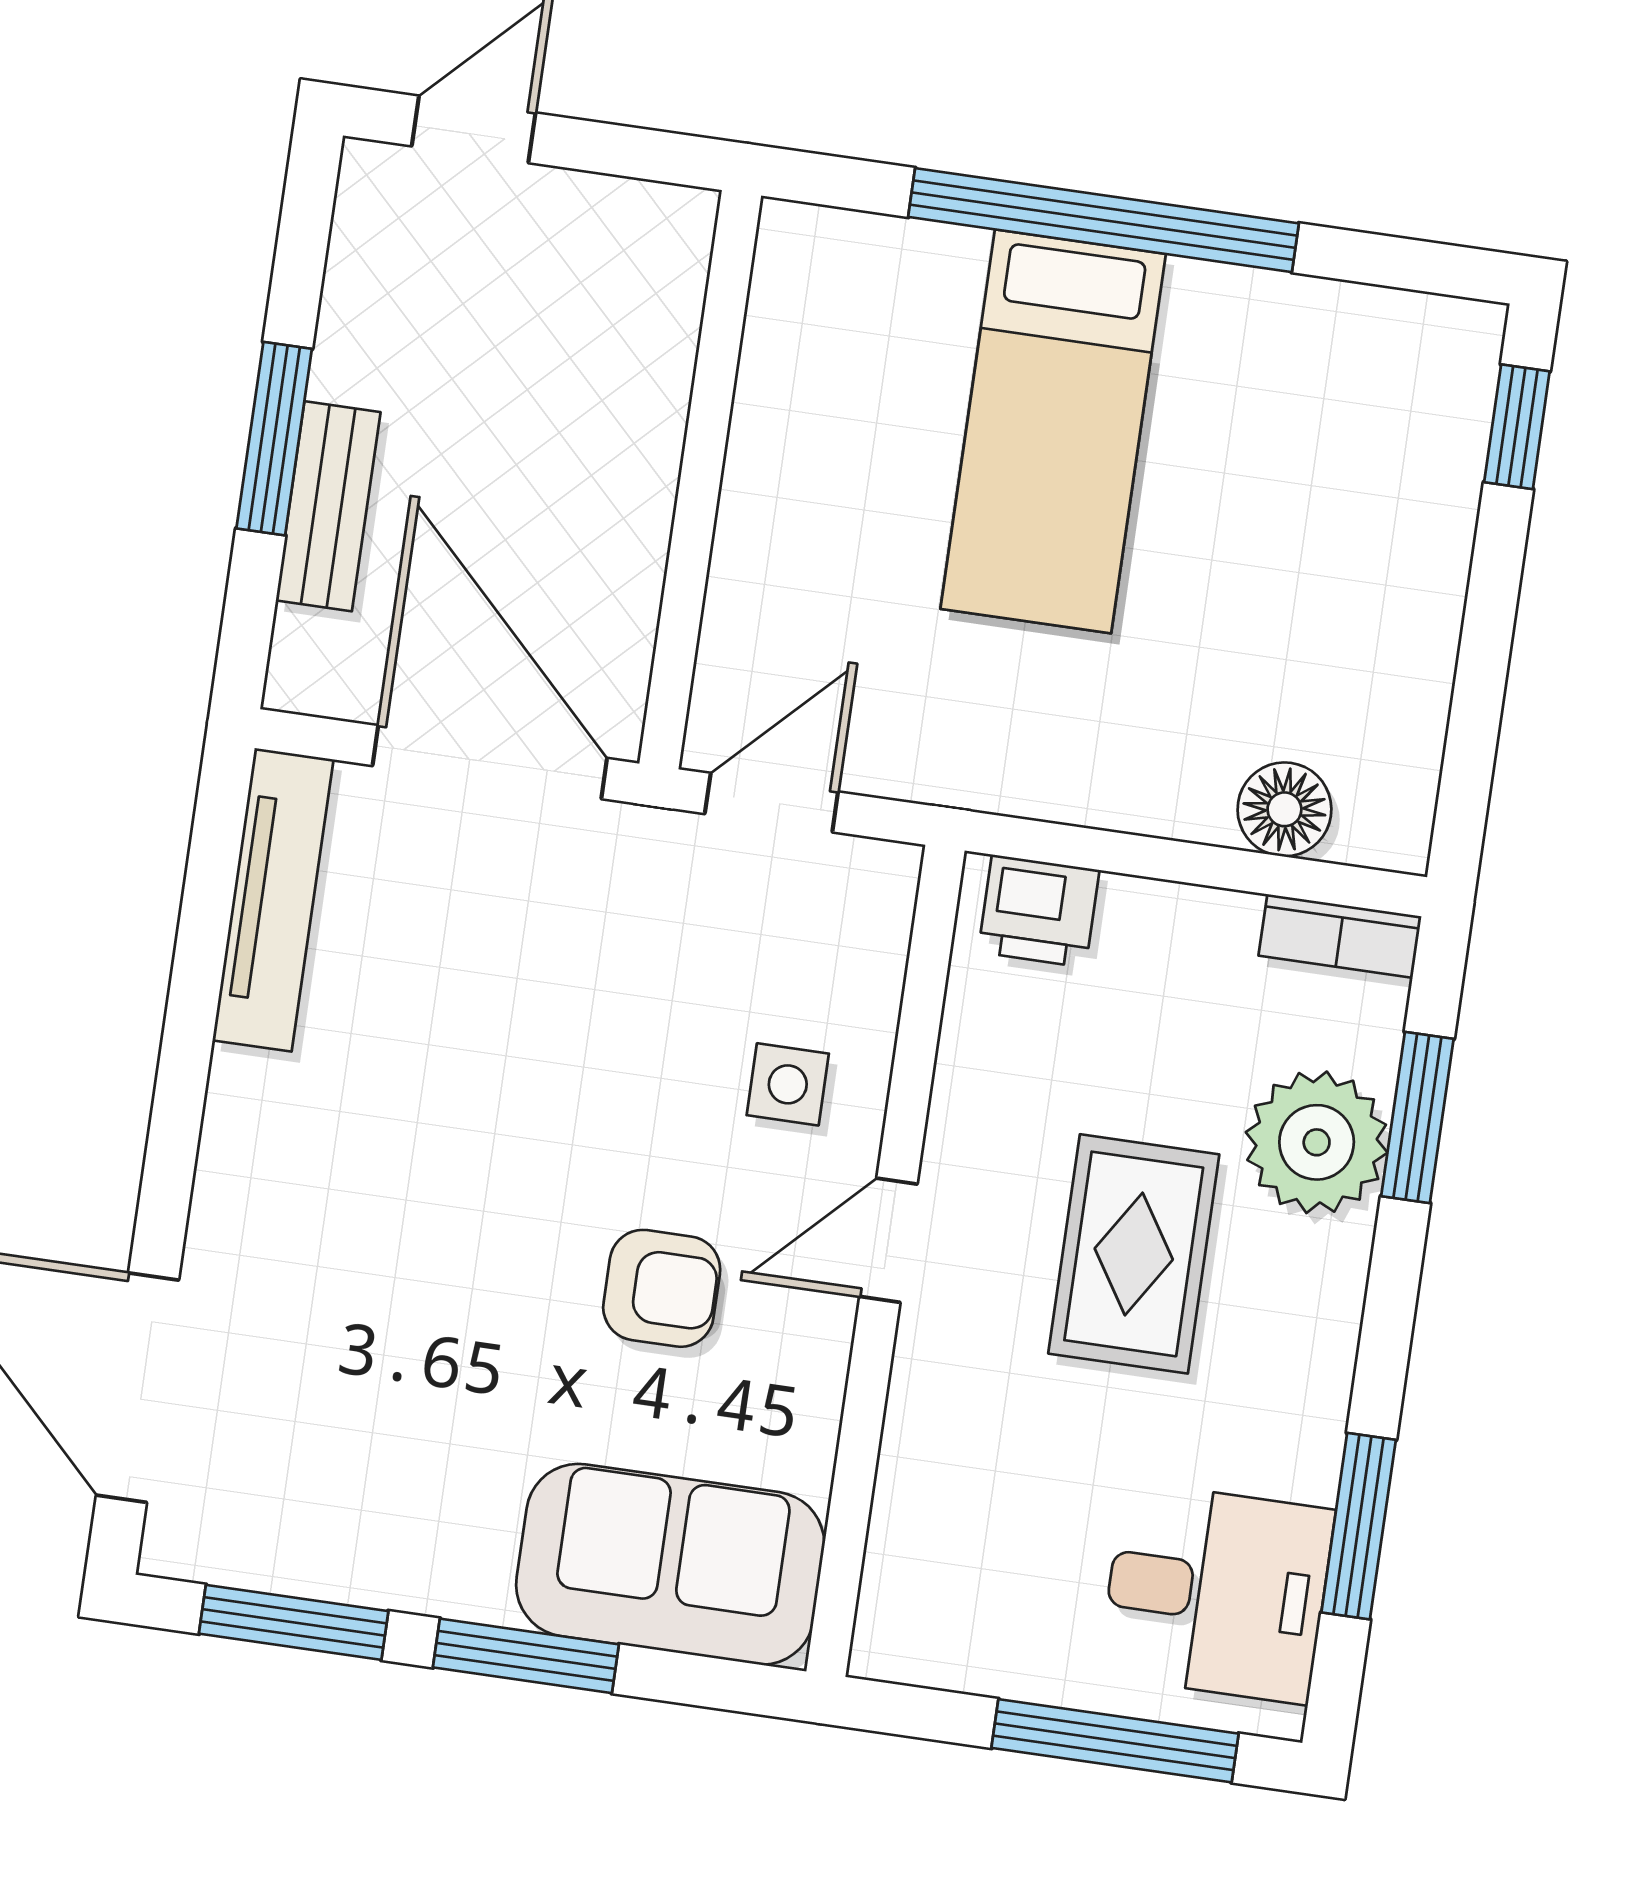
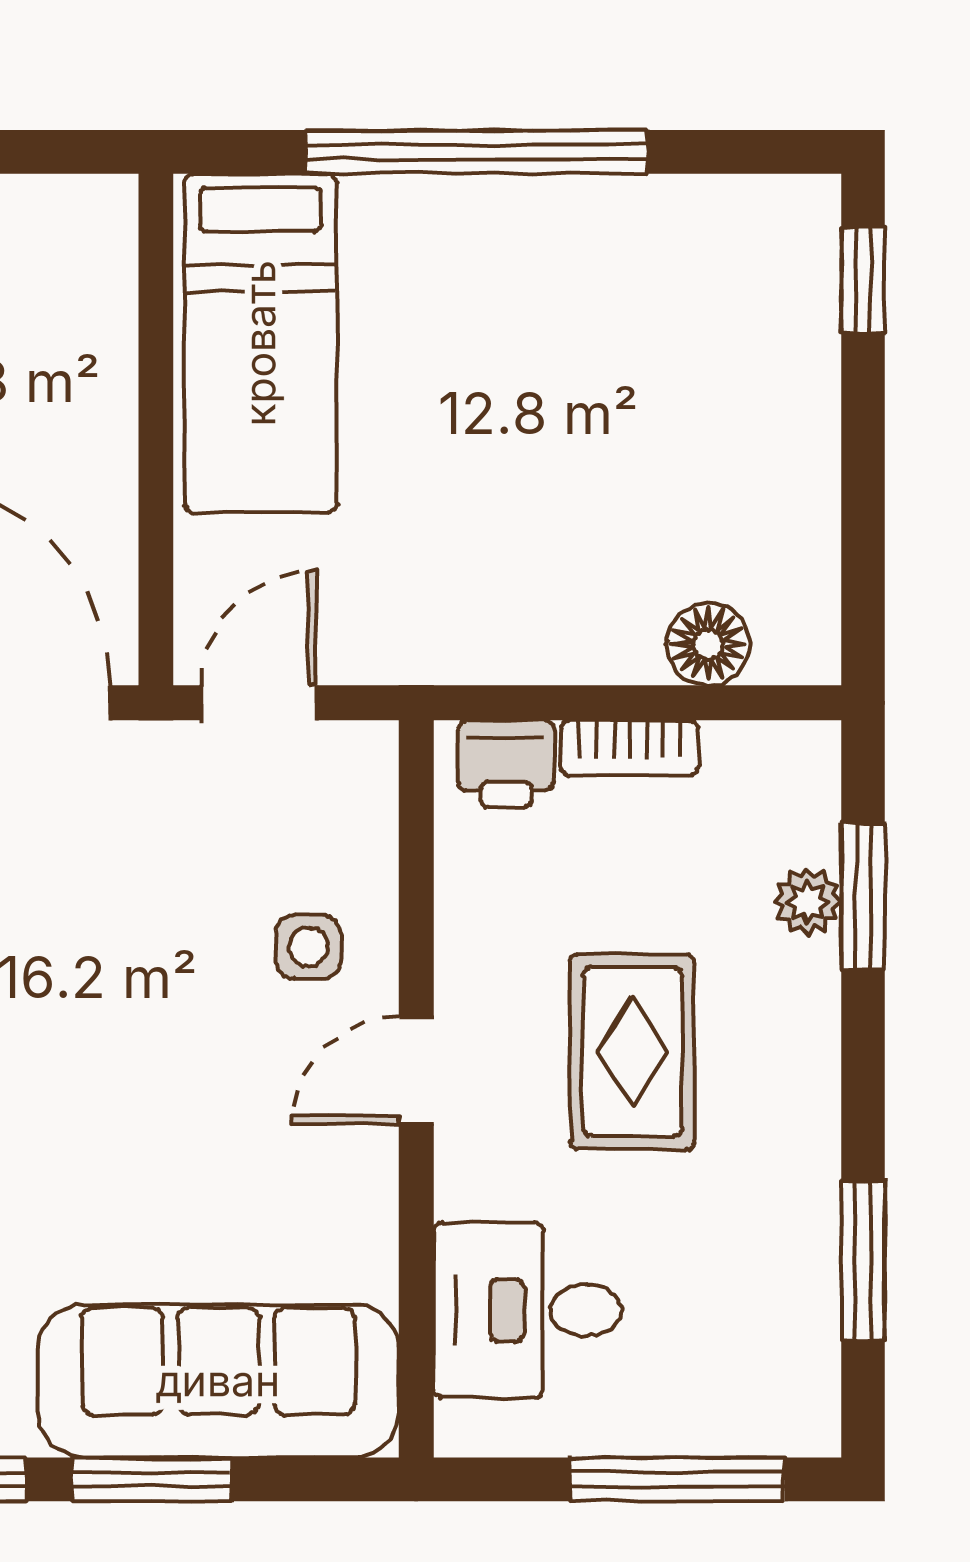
bed: (1053, 431) -> (260, 343), moved
bookcase: (1340, 936) -> (630, 748), moved
plant: (1317, 1142) -> (808, 901), width x0.53, depth x0.53
armchair: (662, 1288) -> (224, 1141), removed
sofa: (670, 1564) -> (218, 1381), width x1.36
desk: (1216, 1593) -> (528, 1310), moved, turned 180

